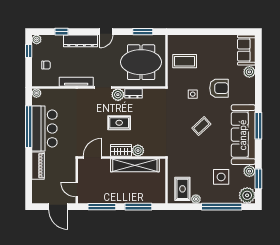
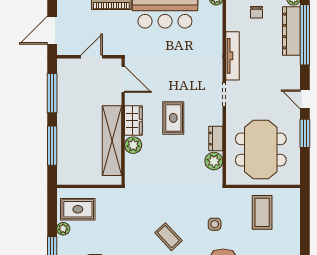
window: (62, 32) -> (305, 35), width x3.17
window: (143, 32) -> (305, 133), moved
dresser: (80, 41) -> (291, 31), moved
plant: (118, 95) -> (214, 161), moved
door: (77, 189) -> (92, 57), moved

